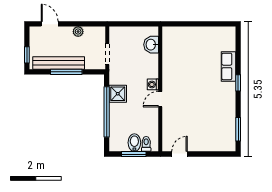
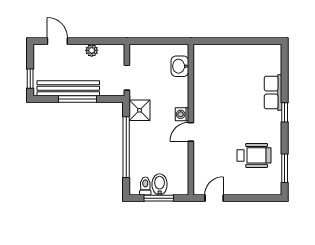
shower: (118, 94) -> (140, 110), moved
wheelchair: (213, 119) -> (254, 155), added
toilet: (146, 144) -> (145, 186), moved

